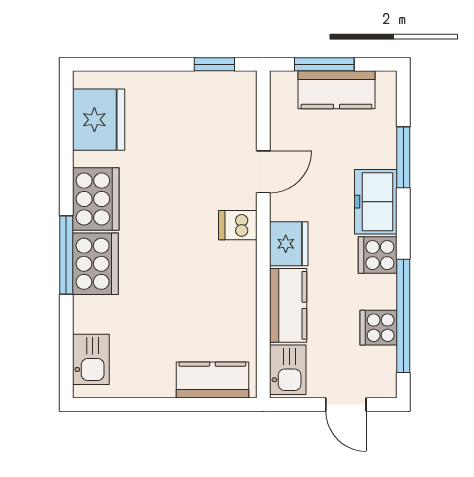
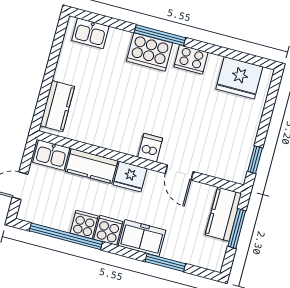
kitchen counter: (336, 90) -> (223, 214), moved
cooker: (96, 199) -> (191, 59), width x0.73, depth x0.76
cooker: (378, 328) -> (84, 225), moved

